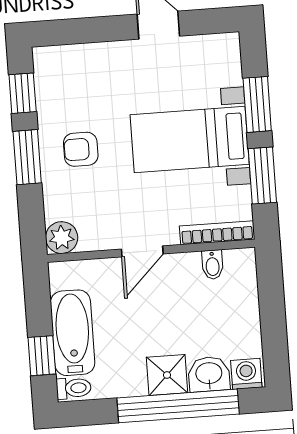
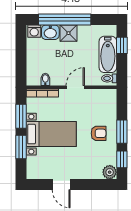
plant: (62, 238) -> (110, 172), moved
toilet: (74, 388) -> (109, 78), moved

